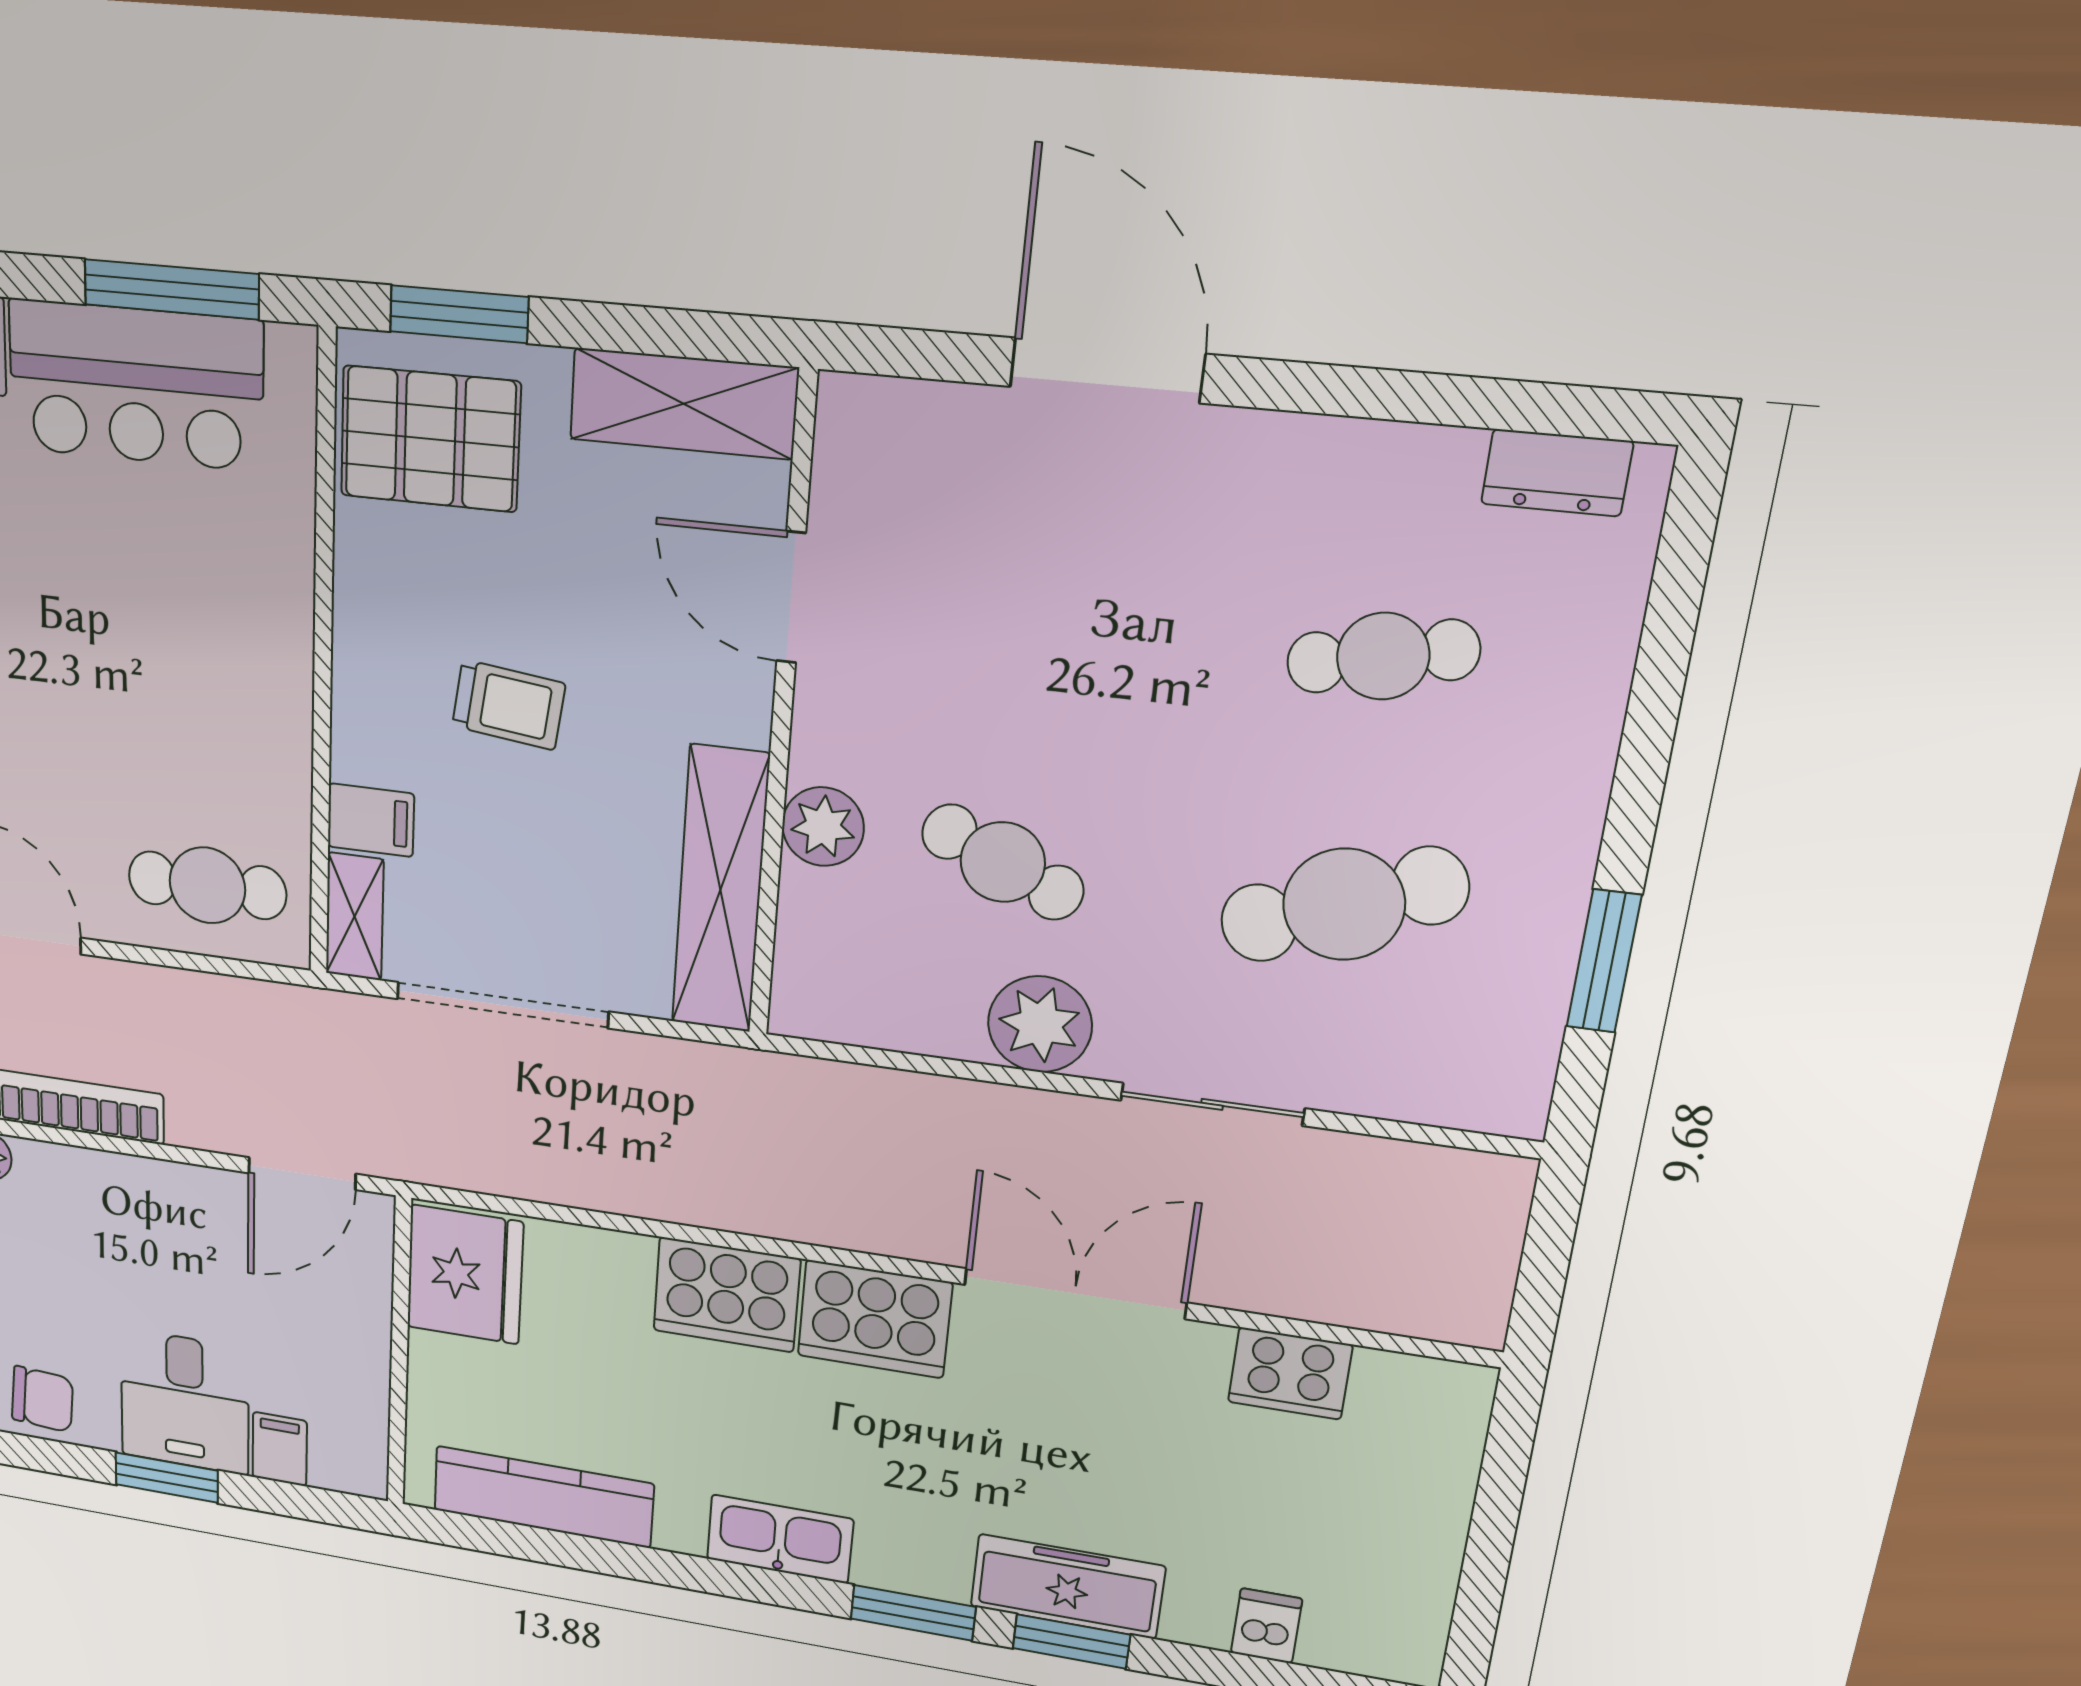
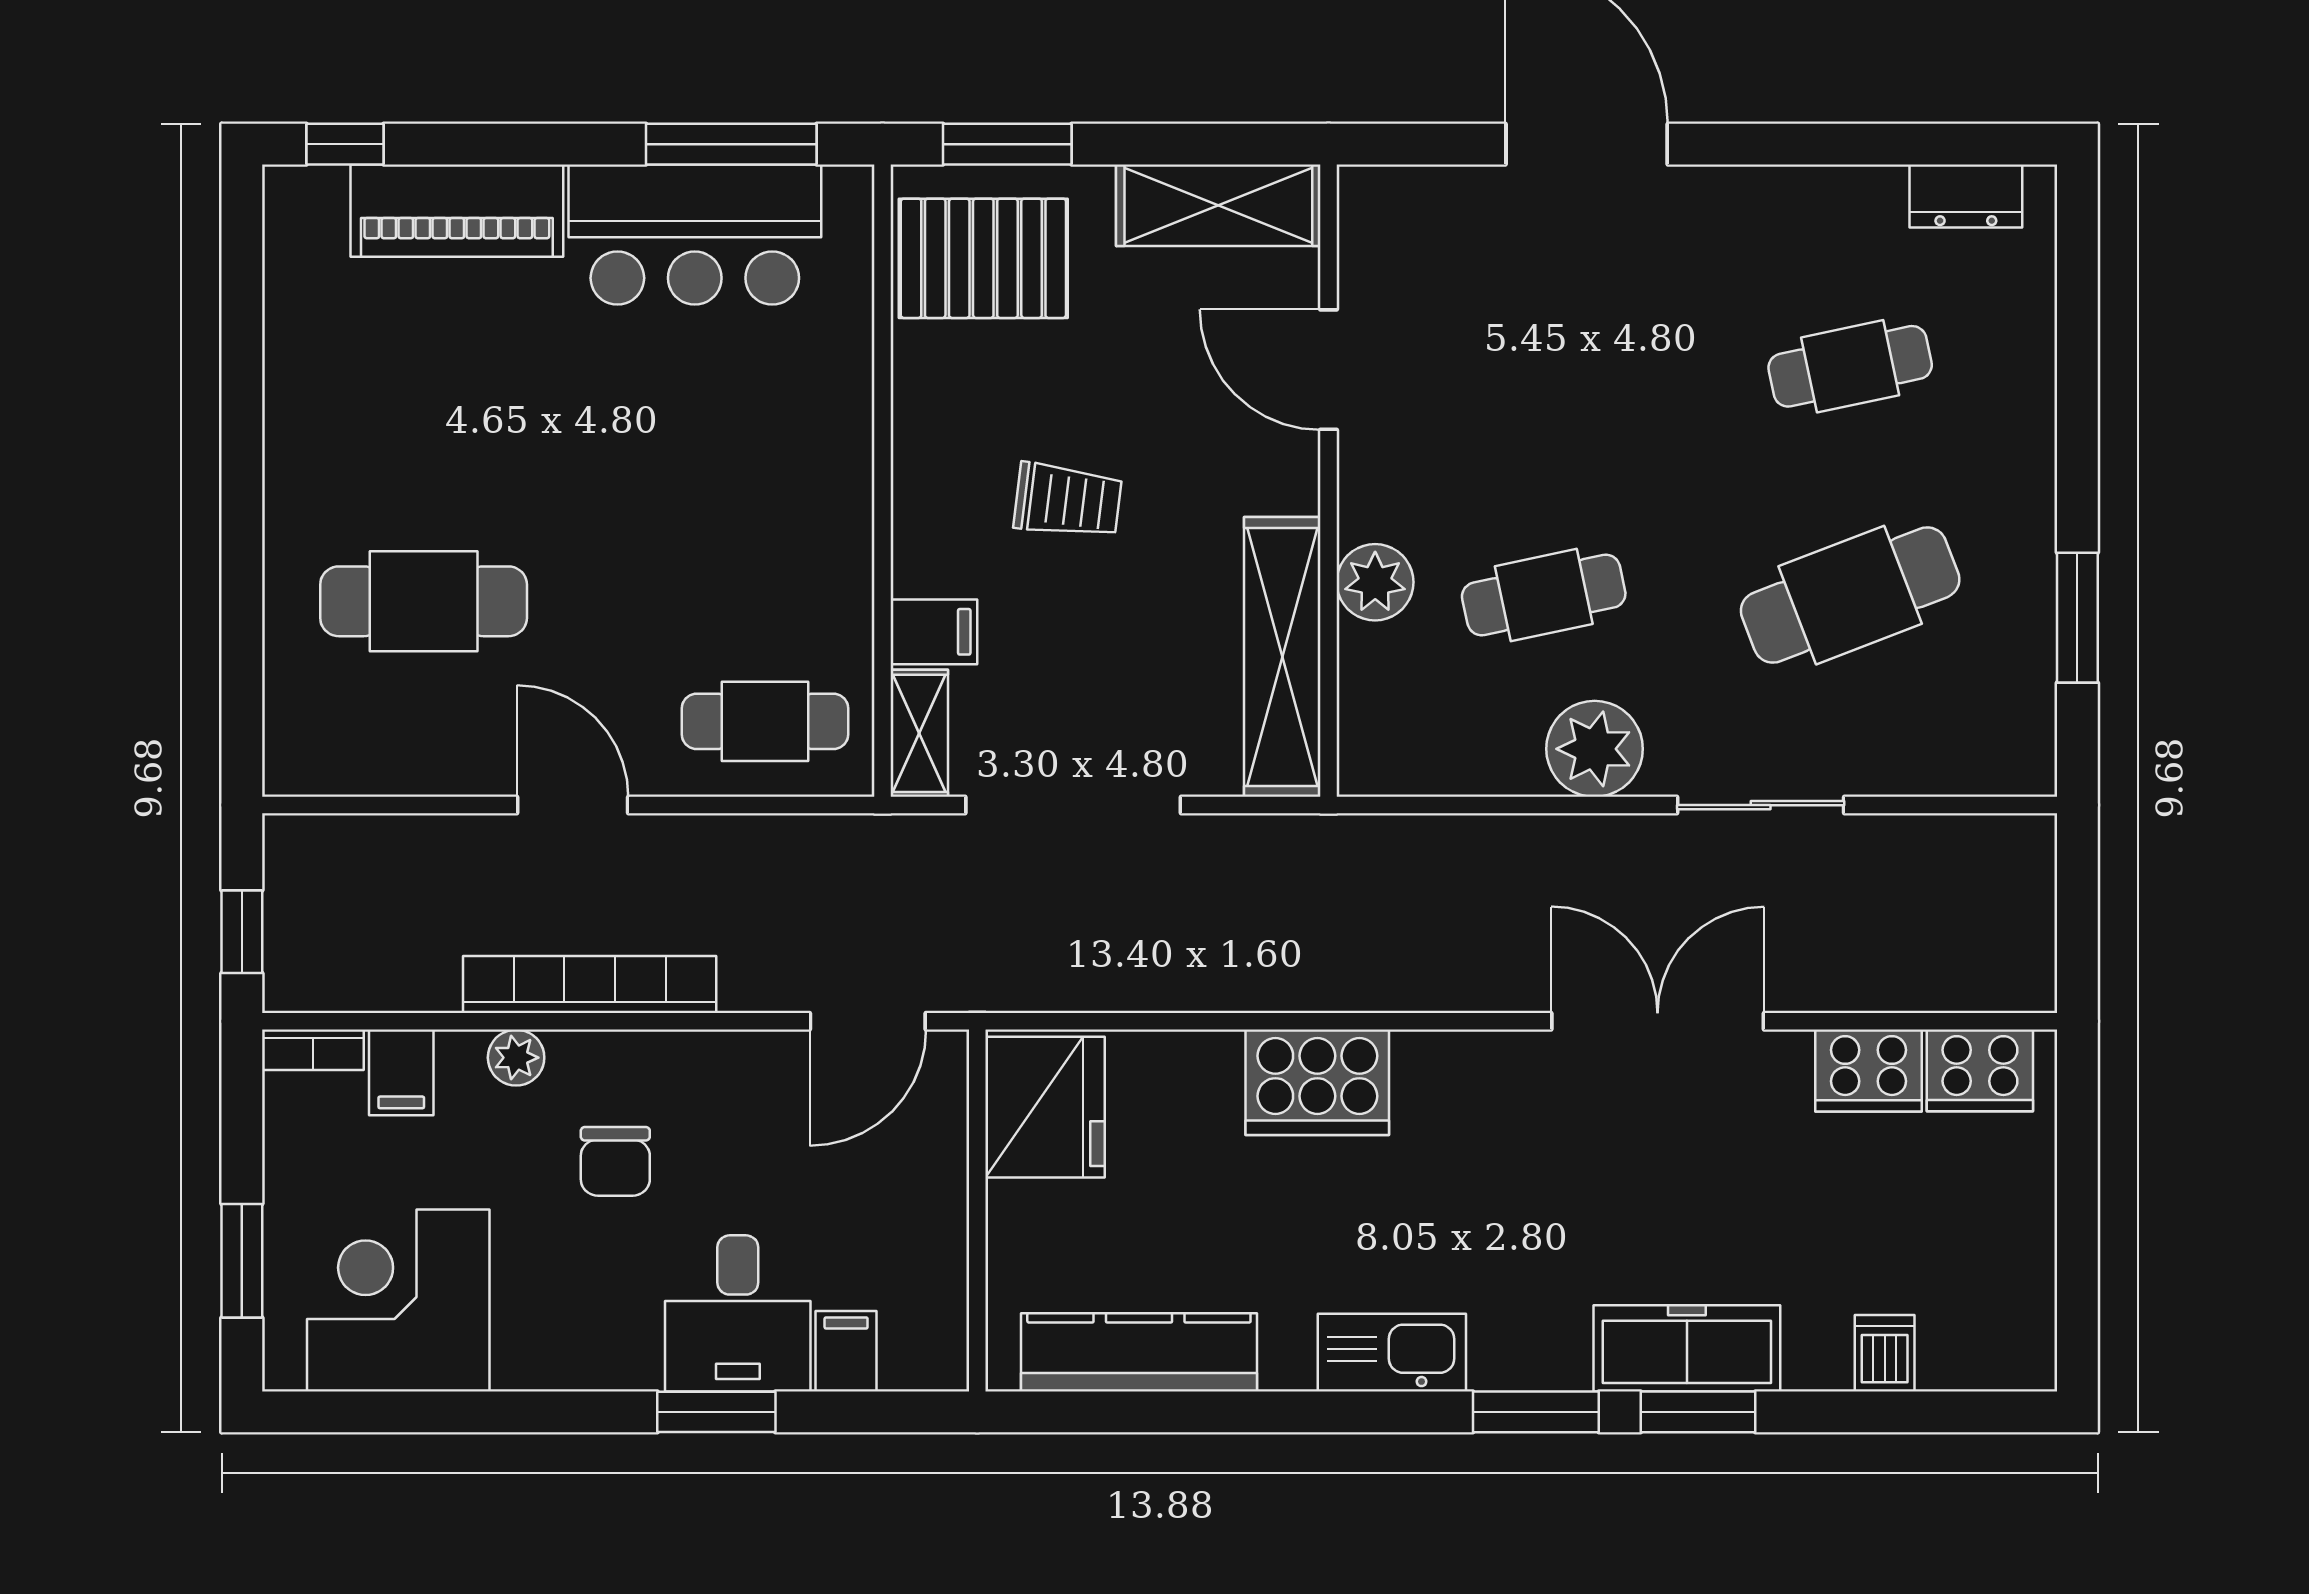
cafe table: (1003, 862) -> (1544, 595), turned -36
cooker: (875, 1319) -> (1980, 1070), moved, width x0.73, depth x0.76
chair: (42, 1399) -> (615, 1161), moved, turned 86

